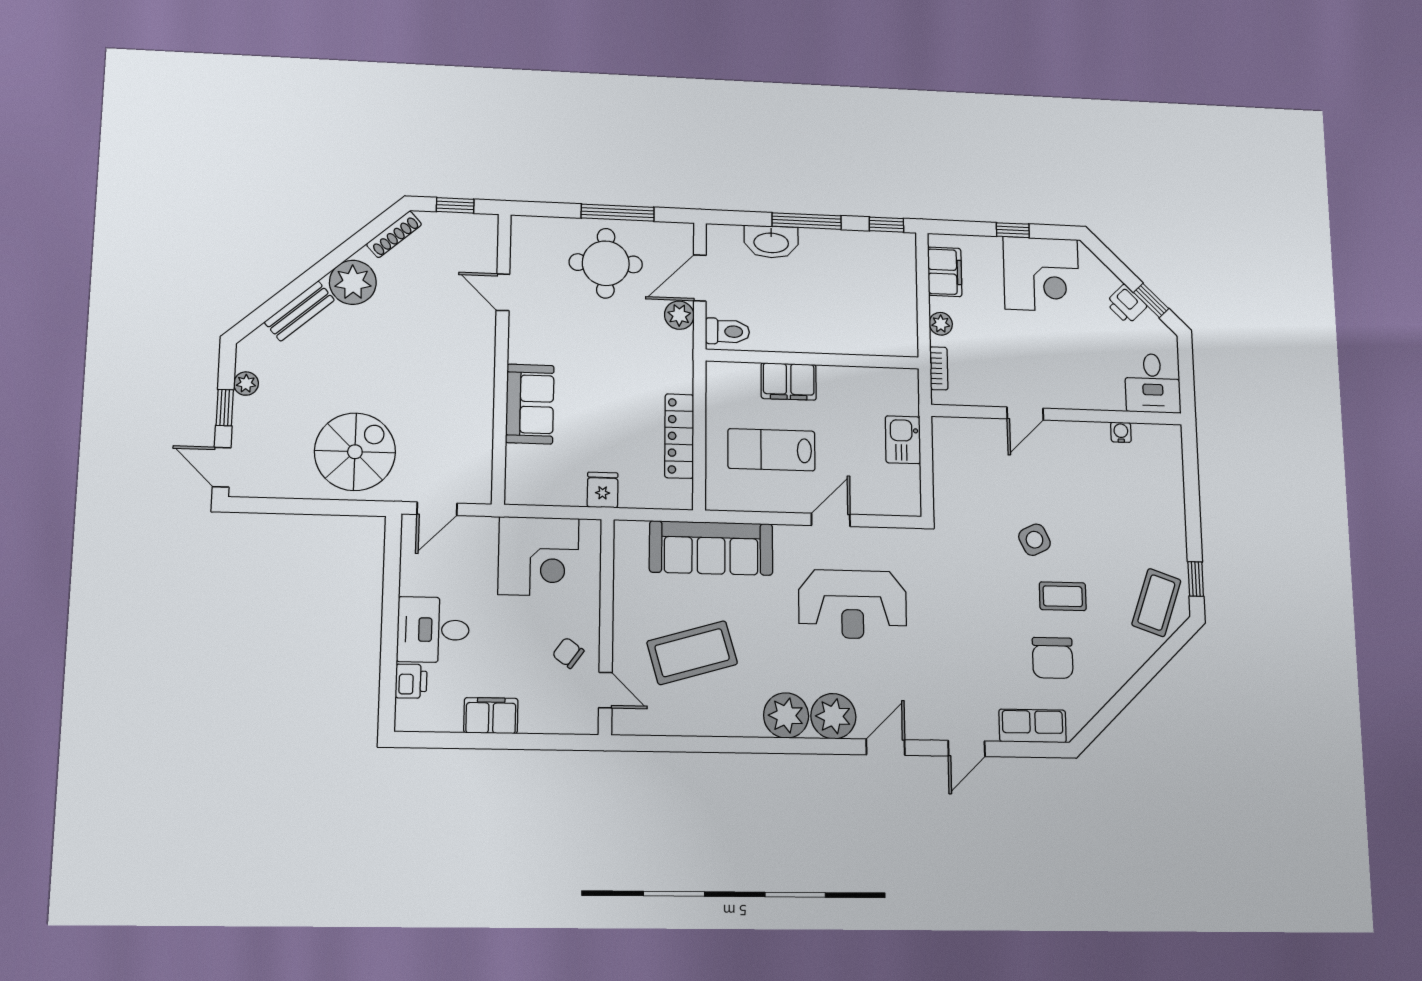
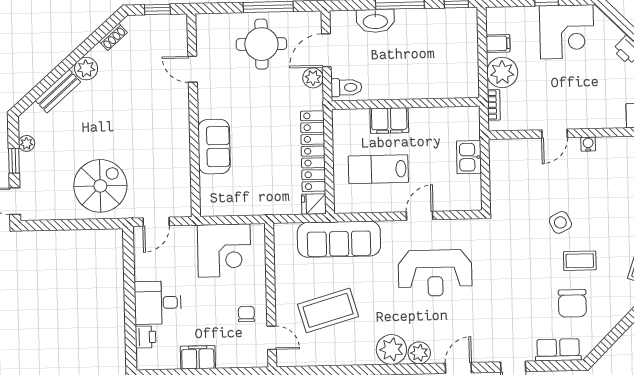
shoe rack: (394, 234) -> (113, 37), width x0.70
filing cabinet: (945, 272) -> (498, 43), width x0.50
plant: (353, 282) -> (86, 69), width x0.73, depth x0.73
plant: (941, 324) -> (502, 72), width x1.87, depth x1.87
water cooler: (1121, 432) -> (588, 144), moved
locker: (679, 436) -> (313, 151), width x1.41, depth x1.21
fridge: (603, 490) -> (314, 204), moved, turned -90
chair: (568, 653) -> (246, 314), turned 54
plant: (833, 716) -> (419, 353), width x0.73, depth x0.73

